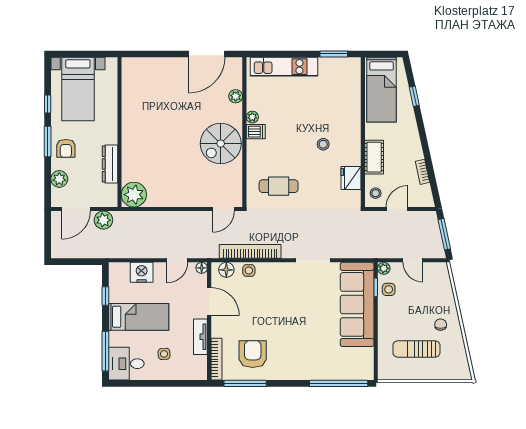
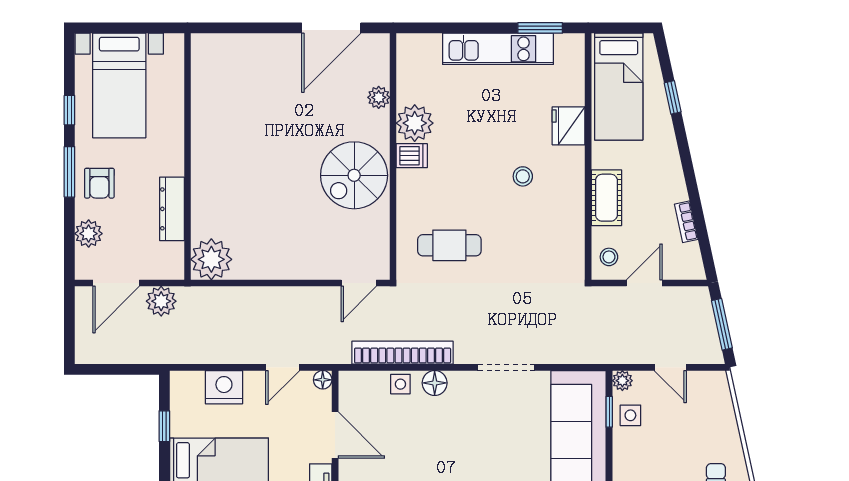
kitchen unit: (284, 67) -> (498, 49), moved
plant: (252, 117) -> (415, 123), width x1.88, depth x1.88
fridge: (351, 178) -> (569, 126), moved
floor lamp: (226, 270) -> (435, 383), moved

